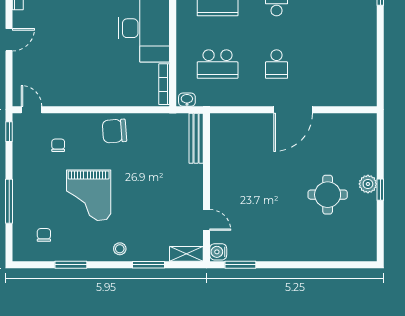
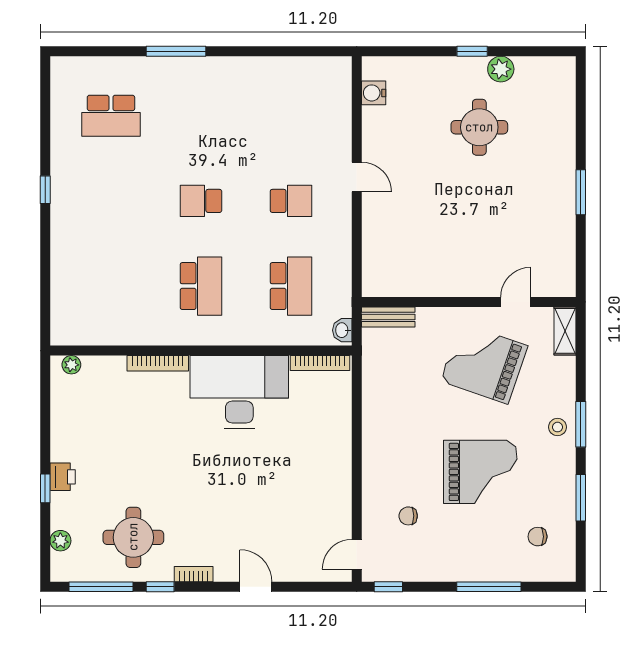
door: (293, 110) -> (357, 177), width x0.53
chair: (114, 131) -> (388, 435), removed
bench: (196, 138) -> (388, 317), width x0.73
plant: (368, 184) -> (501, 69), moved
grand piano: (164, 198) -> (484, 363), added
water cooler: (218, 252) -> (374, 93), moved, turned 90
window: (149, 265) -> (581, 424), moved
window: (240, 265) -> (581, 192), moved

